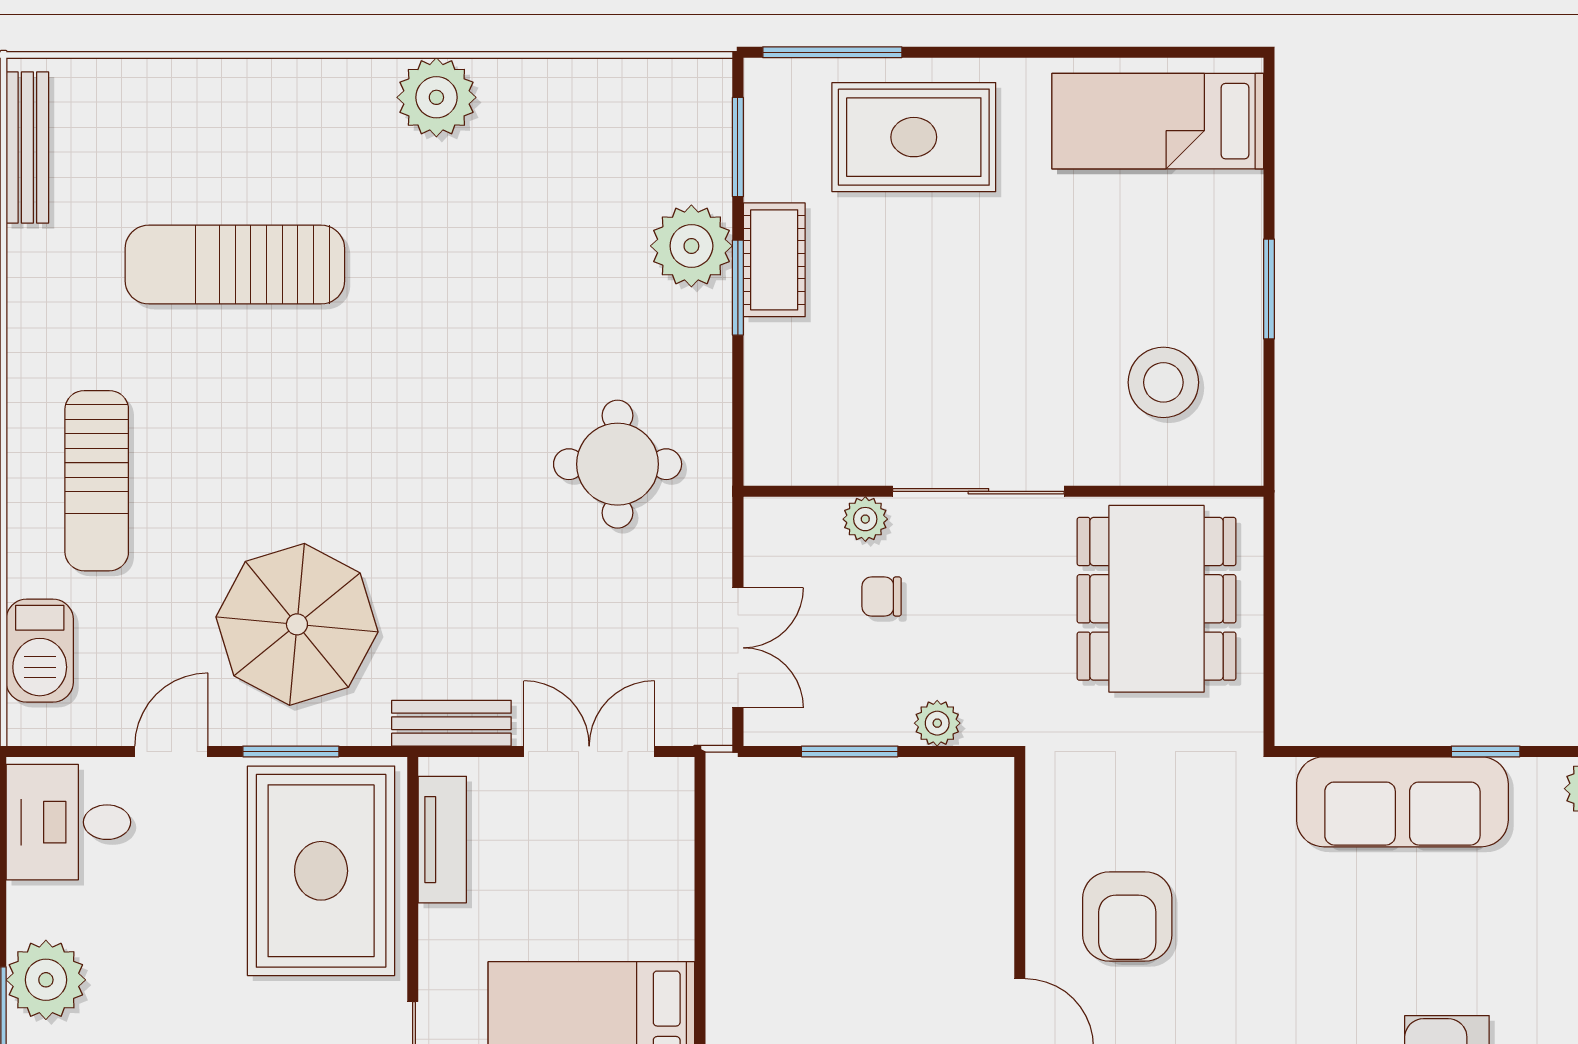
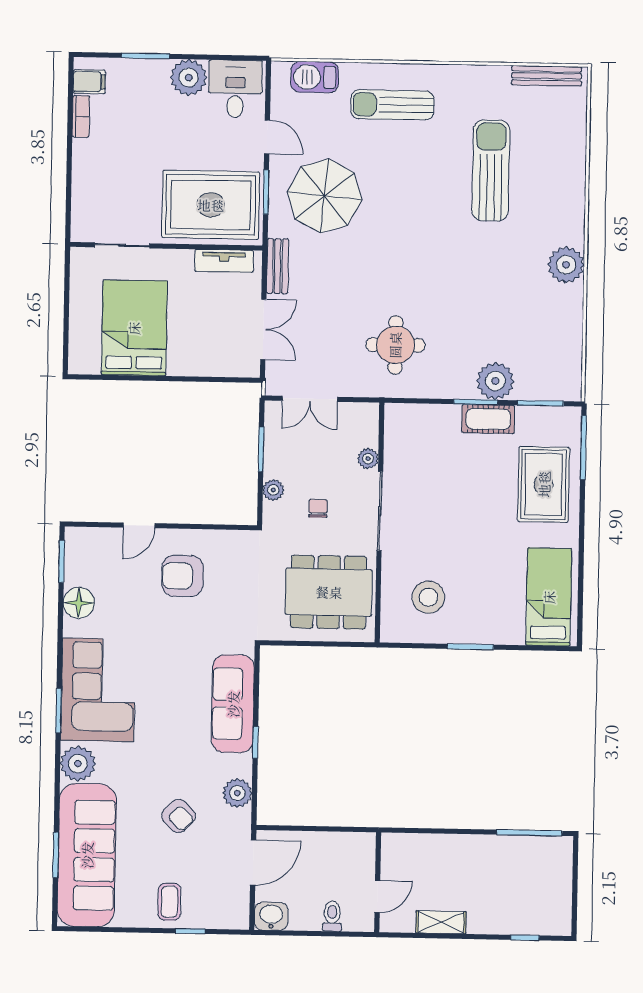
chair: (882, 597) -> (318, 508), moved
plant: (46, 980) -> (189, 78), moved

